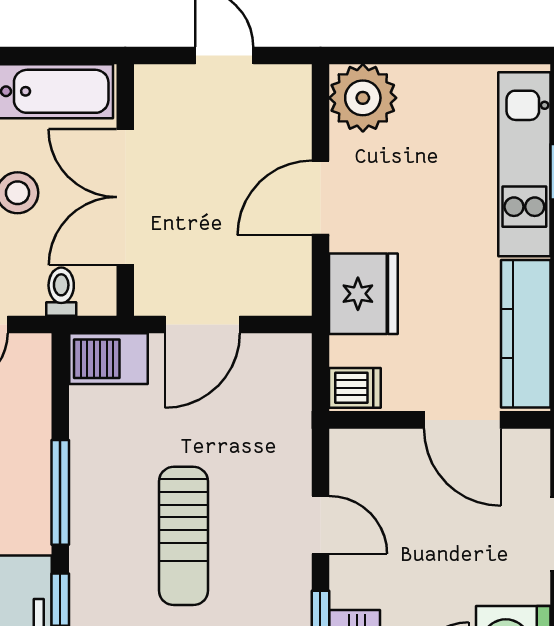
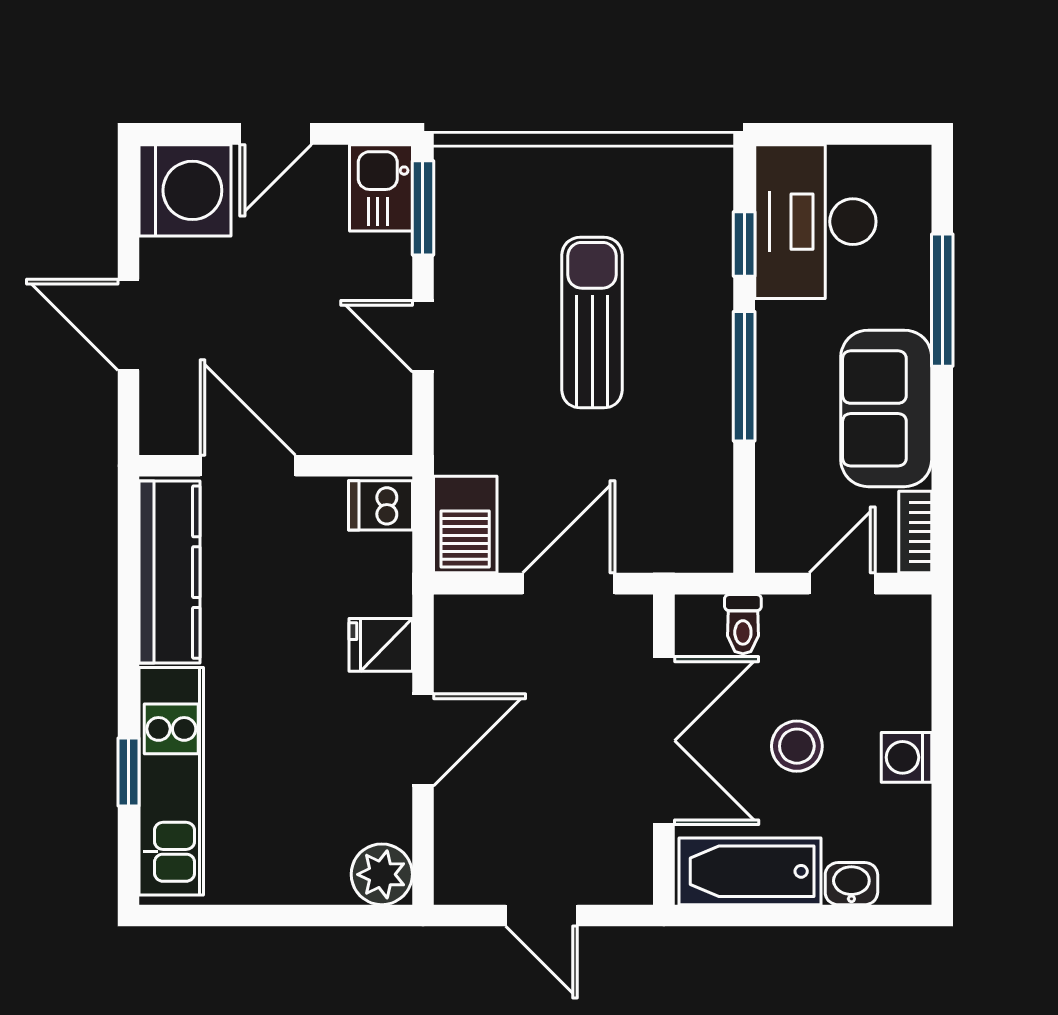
plant: (363, 98) -> (382, 874), width x0.73, depth x0.73
fridge: (363, 294) -> (381, 645), width x0.53, depth x0.75
barbecue: (109, 359) -> (465, 525), moved, turned 90

